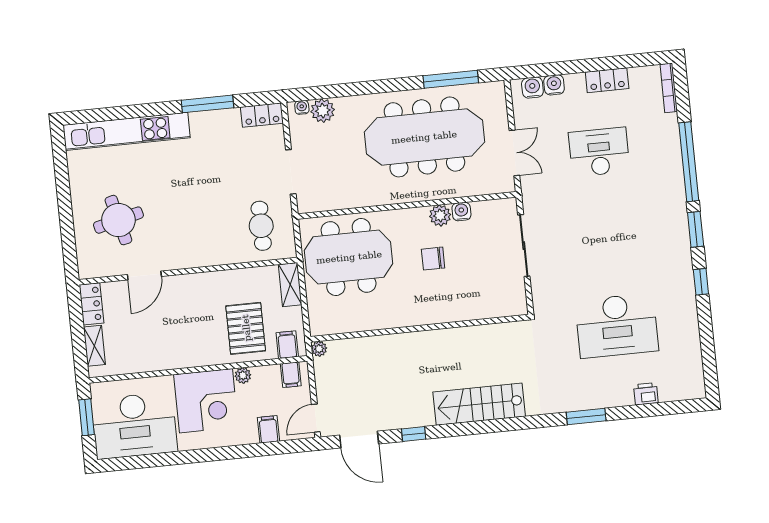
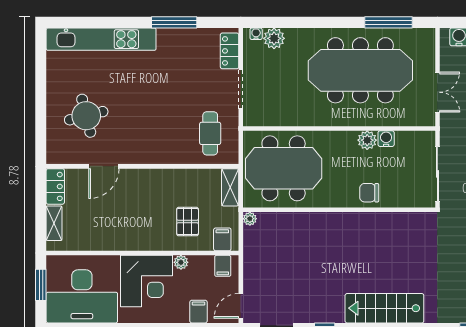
locker: (262, 115) -> (230, 51), moved, turned 90
chair: (433, 259) -> (369, 193), moved
pallet: (246, 328) -> (188, 222), width x0.67, depth x0.71
wall: (419, 328) -> (339, 210), moved
plant: (319, 349) -> (250, 219), moved

